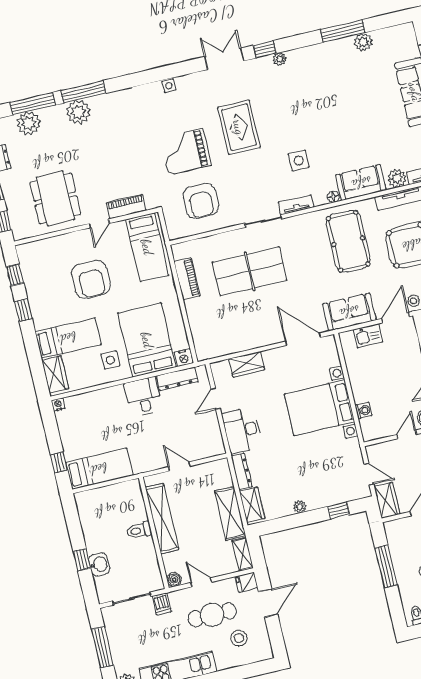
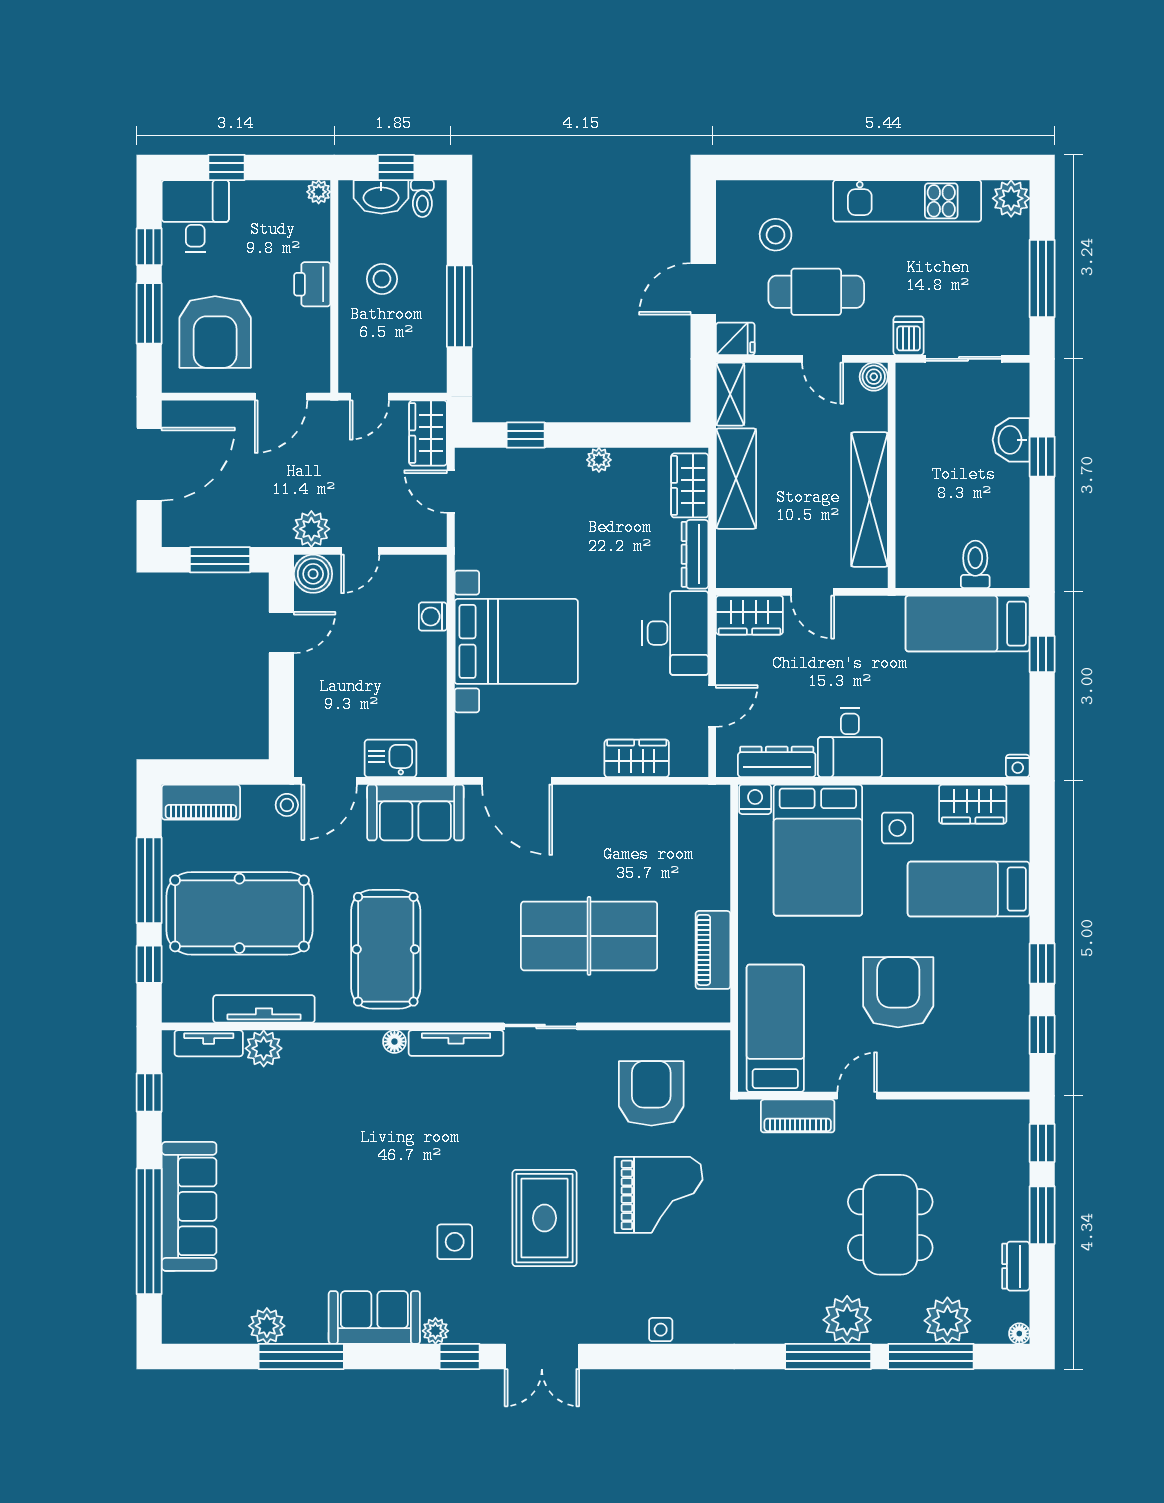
side table: (299, 161) -> (455, 1242), moved
sofa: (361, 183) -> (374, 1317), moved, turned 180
dining table: (55, 198) -> (890, 1225), moved
tv unit: (296, 205) -> (456, 1043), width x1.41
wardrobe: (55, 374) -> (973, 804), moved, turned -90
wardrobe: (208, 448) -> (749, 615), added
toilet: (139, 530) -> (975, 564), moved, turned -90

